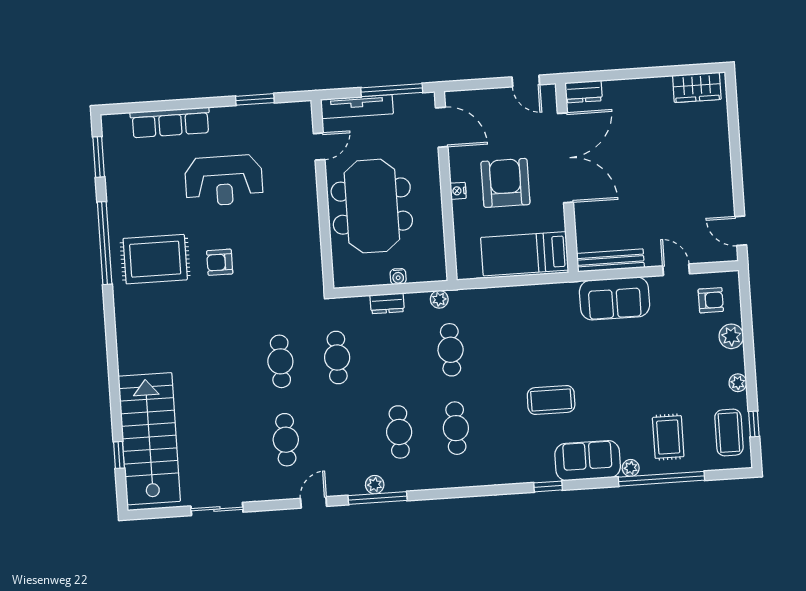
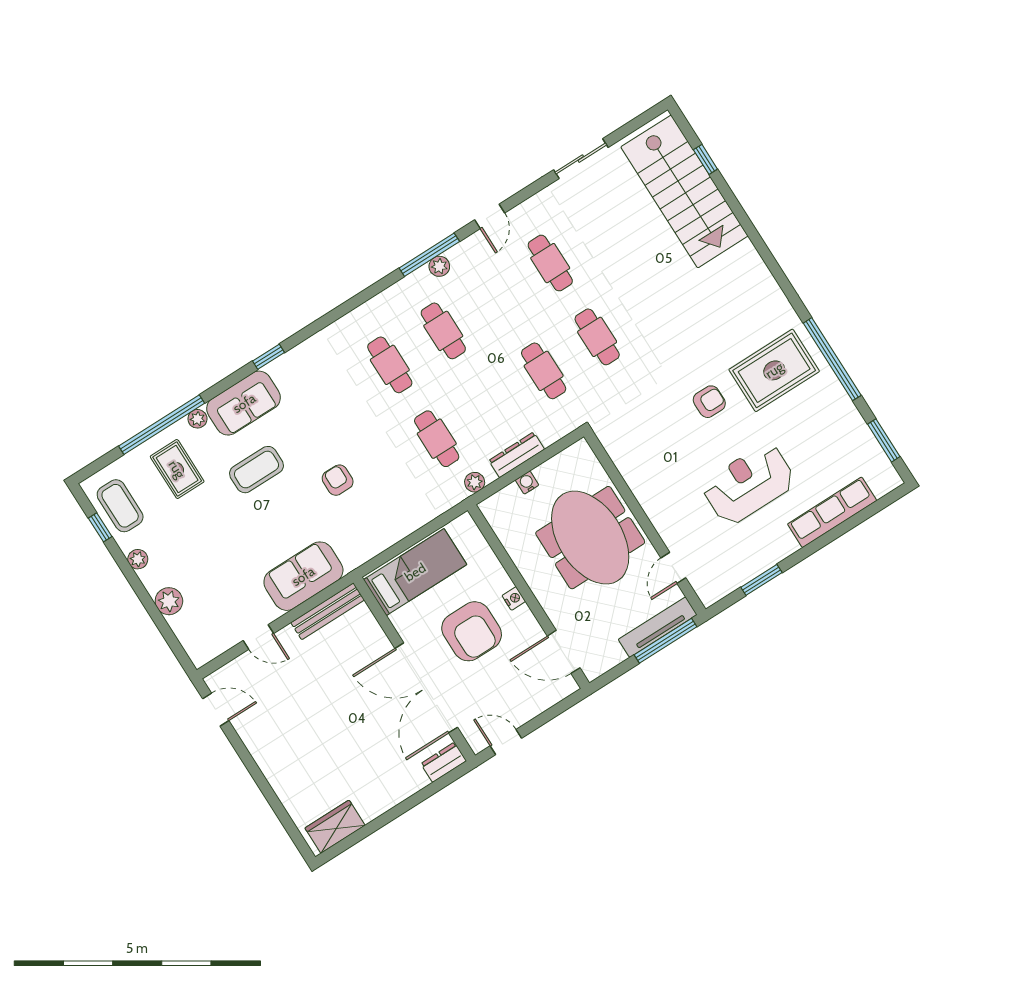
window: (392, 90) -> (665, 641), moved
armchair: (711, 300) -> (338, 480), moved, turned 90
dresser: (387, 303) -> (517, 455), width x1.44
coffee table: (551, 400) -> (257, 470), moved

